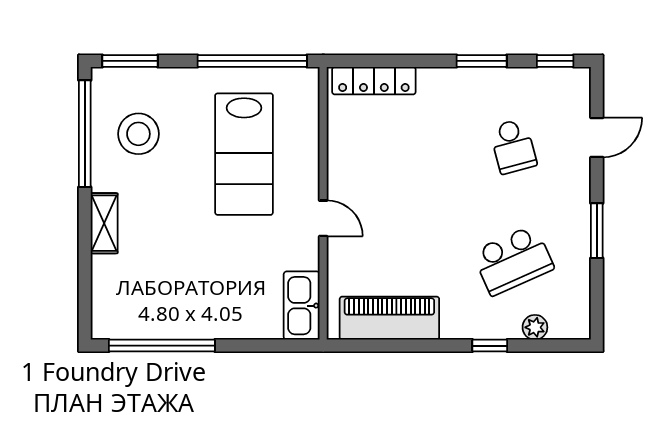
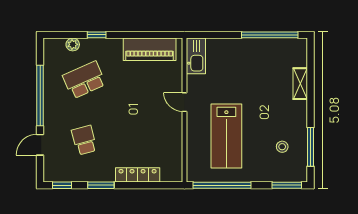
locker: (374, 81) -> (138, 175), moved
window: (85, 134) -> (311, 147), width x0.68
stool: (138, 134) -> (282, 147), width x0.53, depth x0.53
lab bench: (244, 154) -> (226, 136), turned 180
shelving: (104, 223) -> (300, 84), moved
window: (597, 231) -> (40, 96), width x2.11

